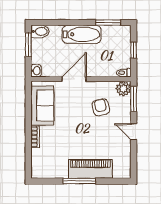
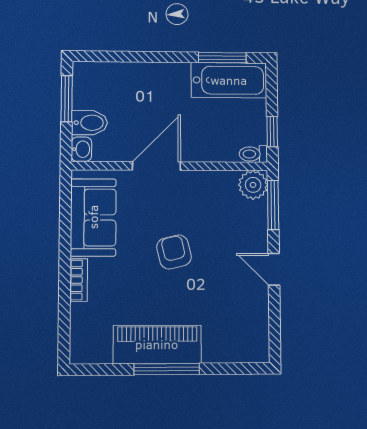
bidet: (40, 31) -> (90, 123), moved
bathtub: (82, 34) -> (229, 80), moved
window: (134, 50) -> (272, 132), moved
armchair: (101, 107) -> (174, 252), moved
piano: (90, 169) -> (157, 344), moved

